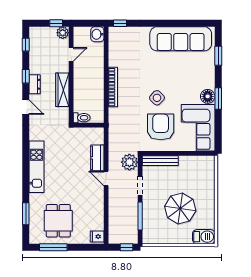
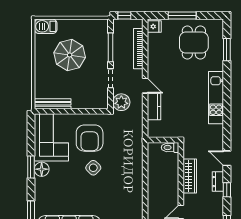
bookcase: (113, 87) -> (138, 49), moved
bench: (160, 161) -> (53, 104), moved
window: (53, 247) -> (182, 16), moved

